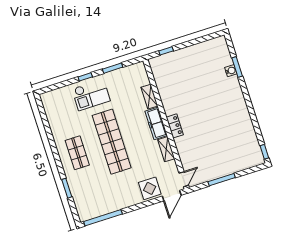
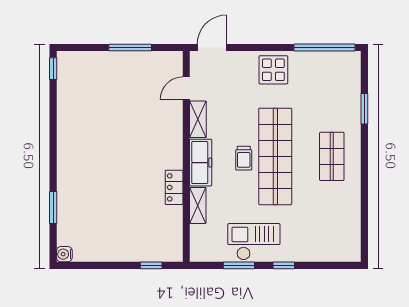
water cooler: (231, 71) -> (64, 254), moved
checkout: (91, 95) -> (254, 242), moved
locker: (175, 126) -> (174, 187), moved
trolley: (131, 134) -> (244, 158), added
door: (184, 179) -> (186, 88), moved
display table: (150, 188) -> (273, 70), moved

